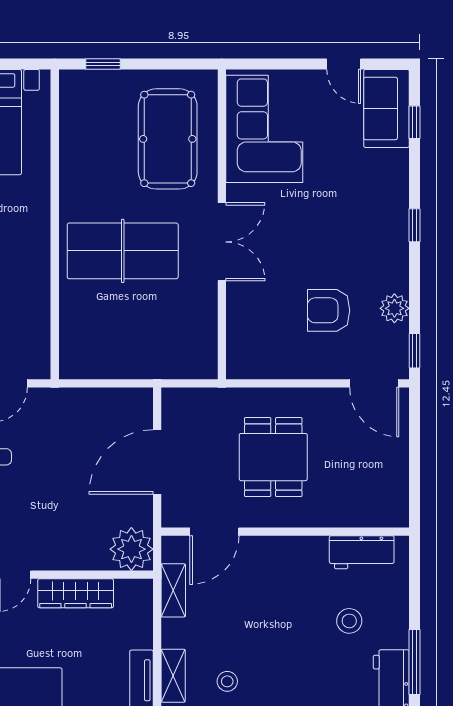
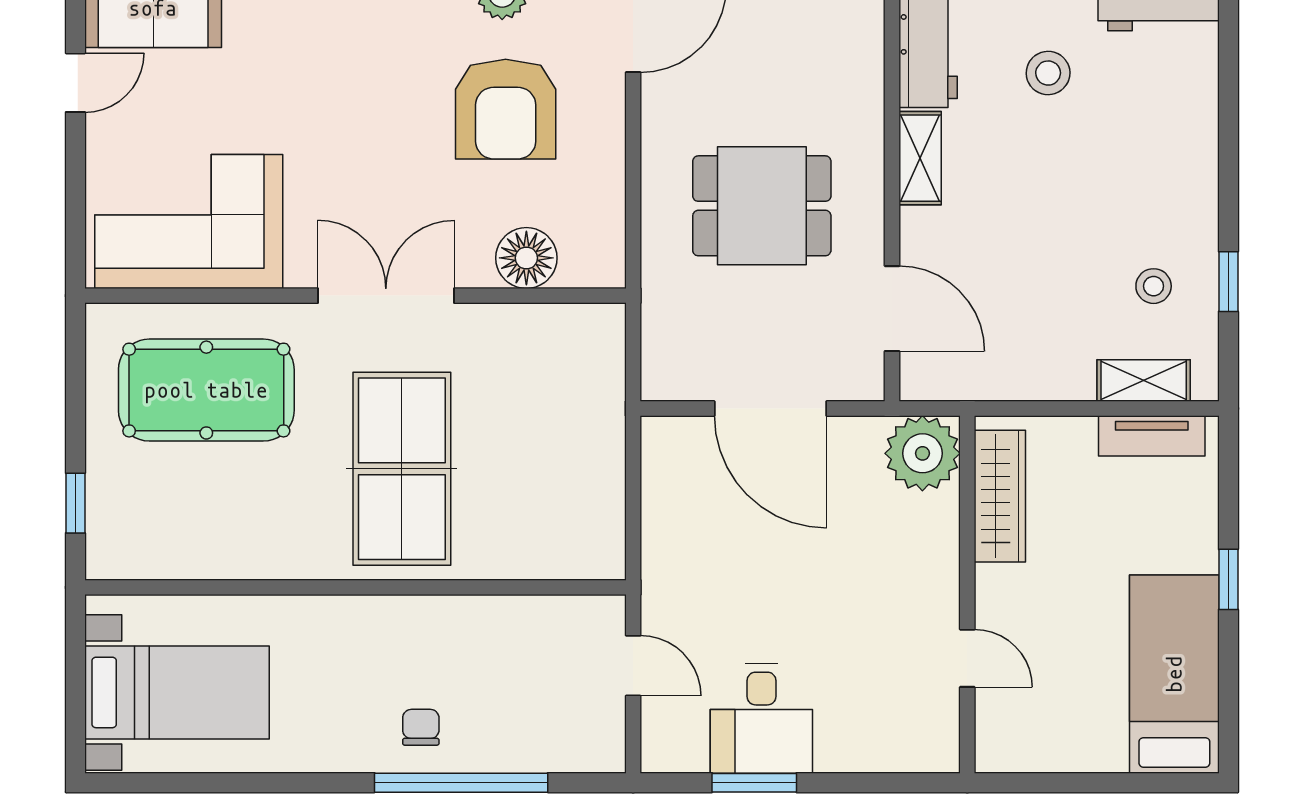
armchair: (329, 310) -> (506, 109), width x1.36, depth x1.36
floor lamp: (243, 322) -> (526, 258), added
shelving: (173, 590) -> (920, 158), moved, turned 90
wardrobe: (76, 593) -> (1000, 496), moved

